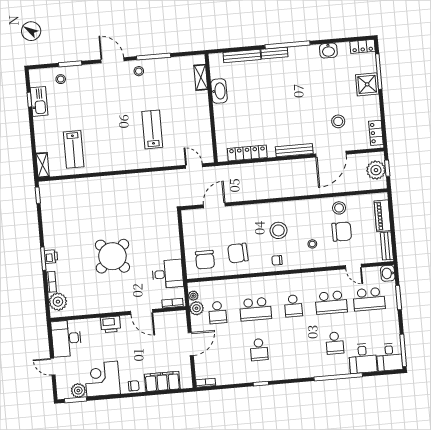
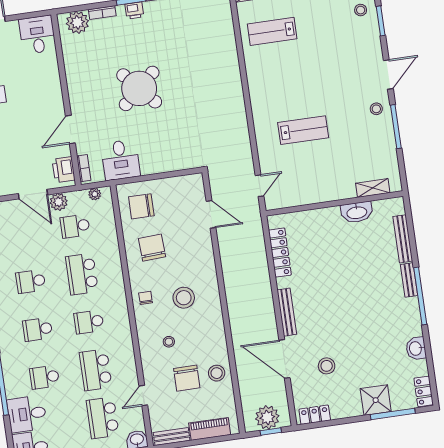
plant: (196, 308) -> (59, 202), moved
printer: (111, 324) -> (64, 170), moved
desk: (66, 338) -> (37, 35), width x0.73
school desk: (297, 346) -> (38, 329), added

